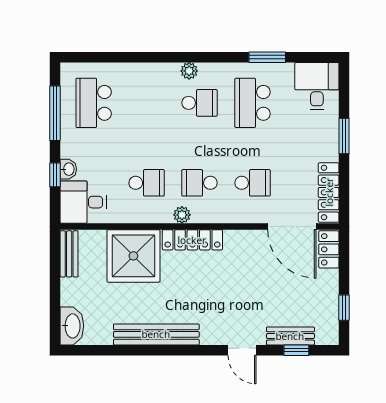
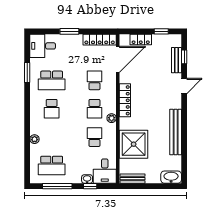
plant: (189, 71) -> (35, 139), moved
school desk: (200, 103) -> (52, 109), turned 180
locker: (192, 240) -> (125, 100), moved
locker: (329, 249) -> (141, 40), moved

